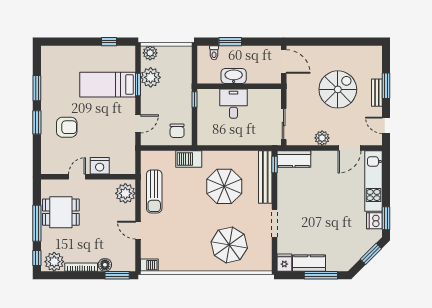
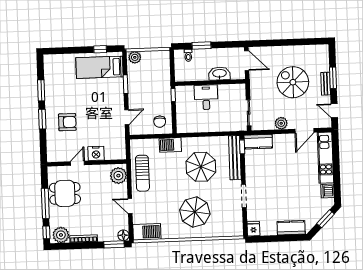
washbasin: (234, 76) -> (219, 74), moved
plant: (151, 77) -> (136, 78), removed
bed: (108, 85) -> (99, 67), moved
spiral stairs: (338, 89) -> (293, 82), turned -90
window: (386, 218) -> (337, 188), removed
parasol: (229, 245) -> (195, 212), moved
kitchen counter: (309, 263) -> (291, 228), moved
floor lamp: (105, 265) -> (123, 235), moved
barbecue: (149, 265) -> (147, 232), width x1.88, depth x1.53
window: (321, 275) -> (284, 238), removed

